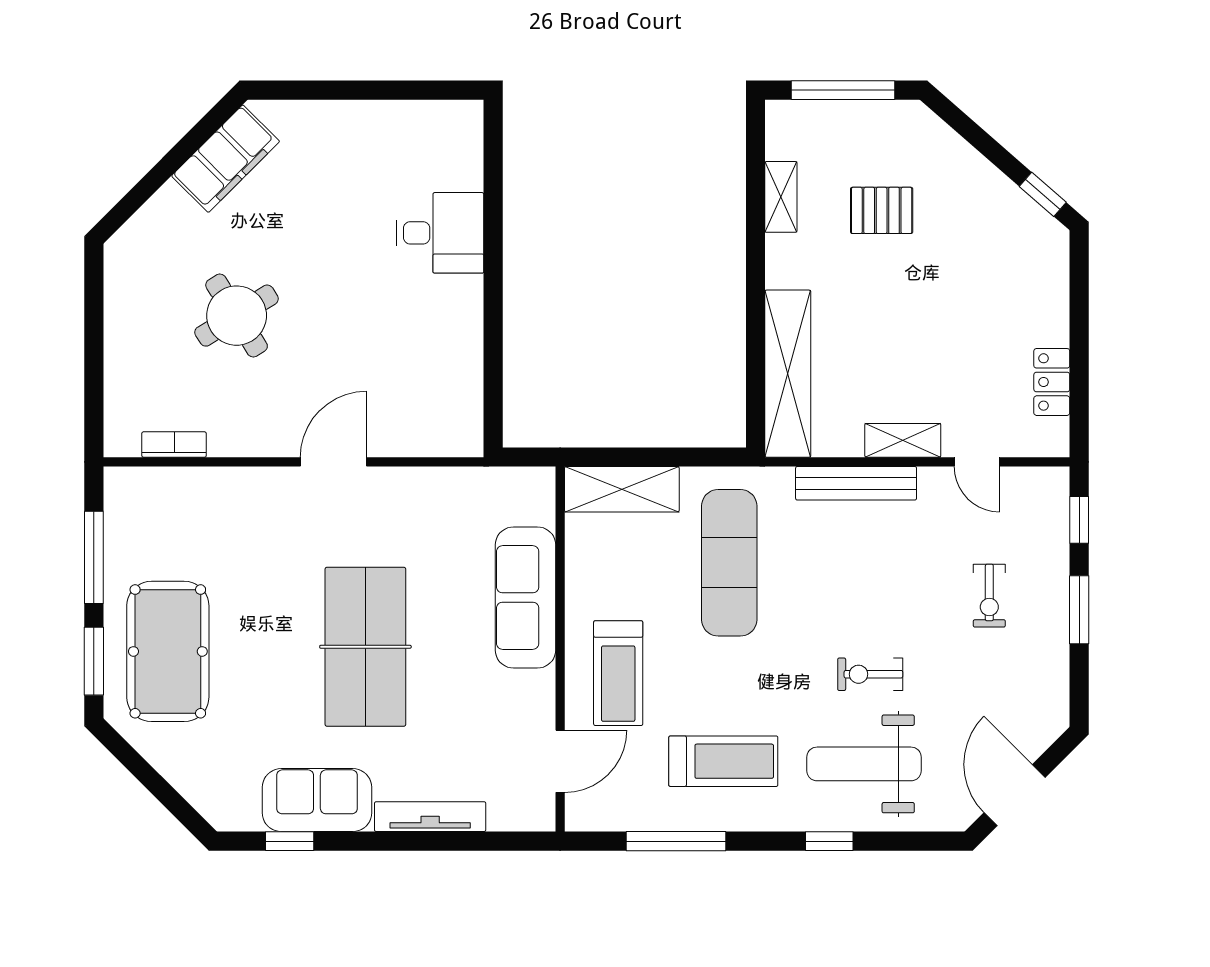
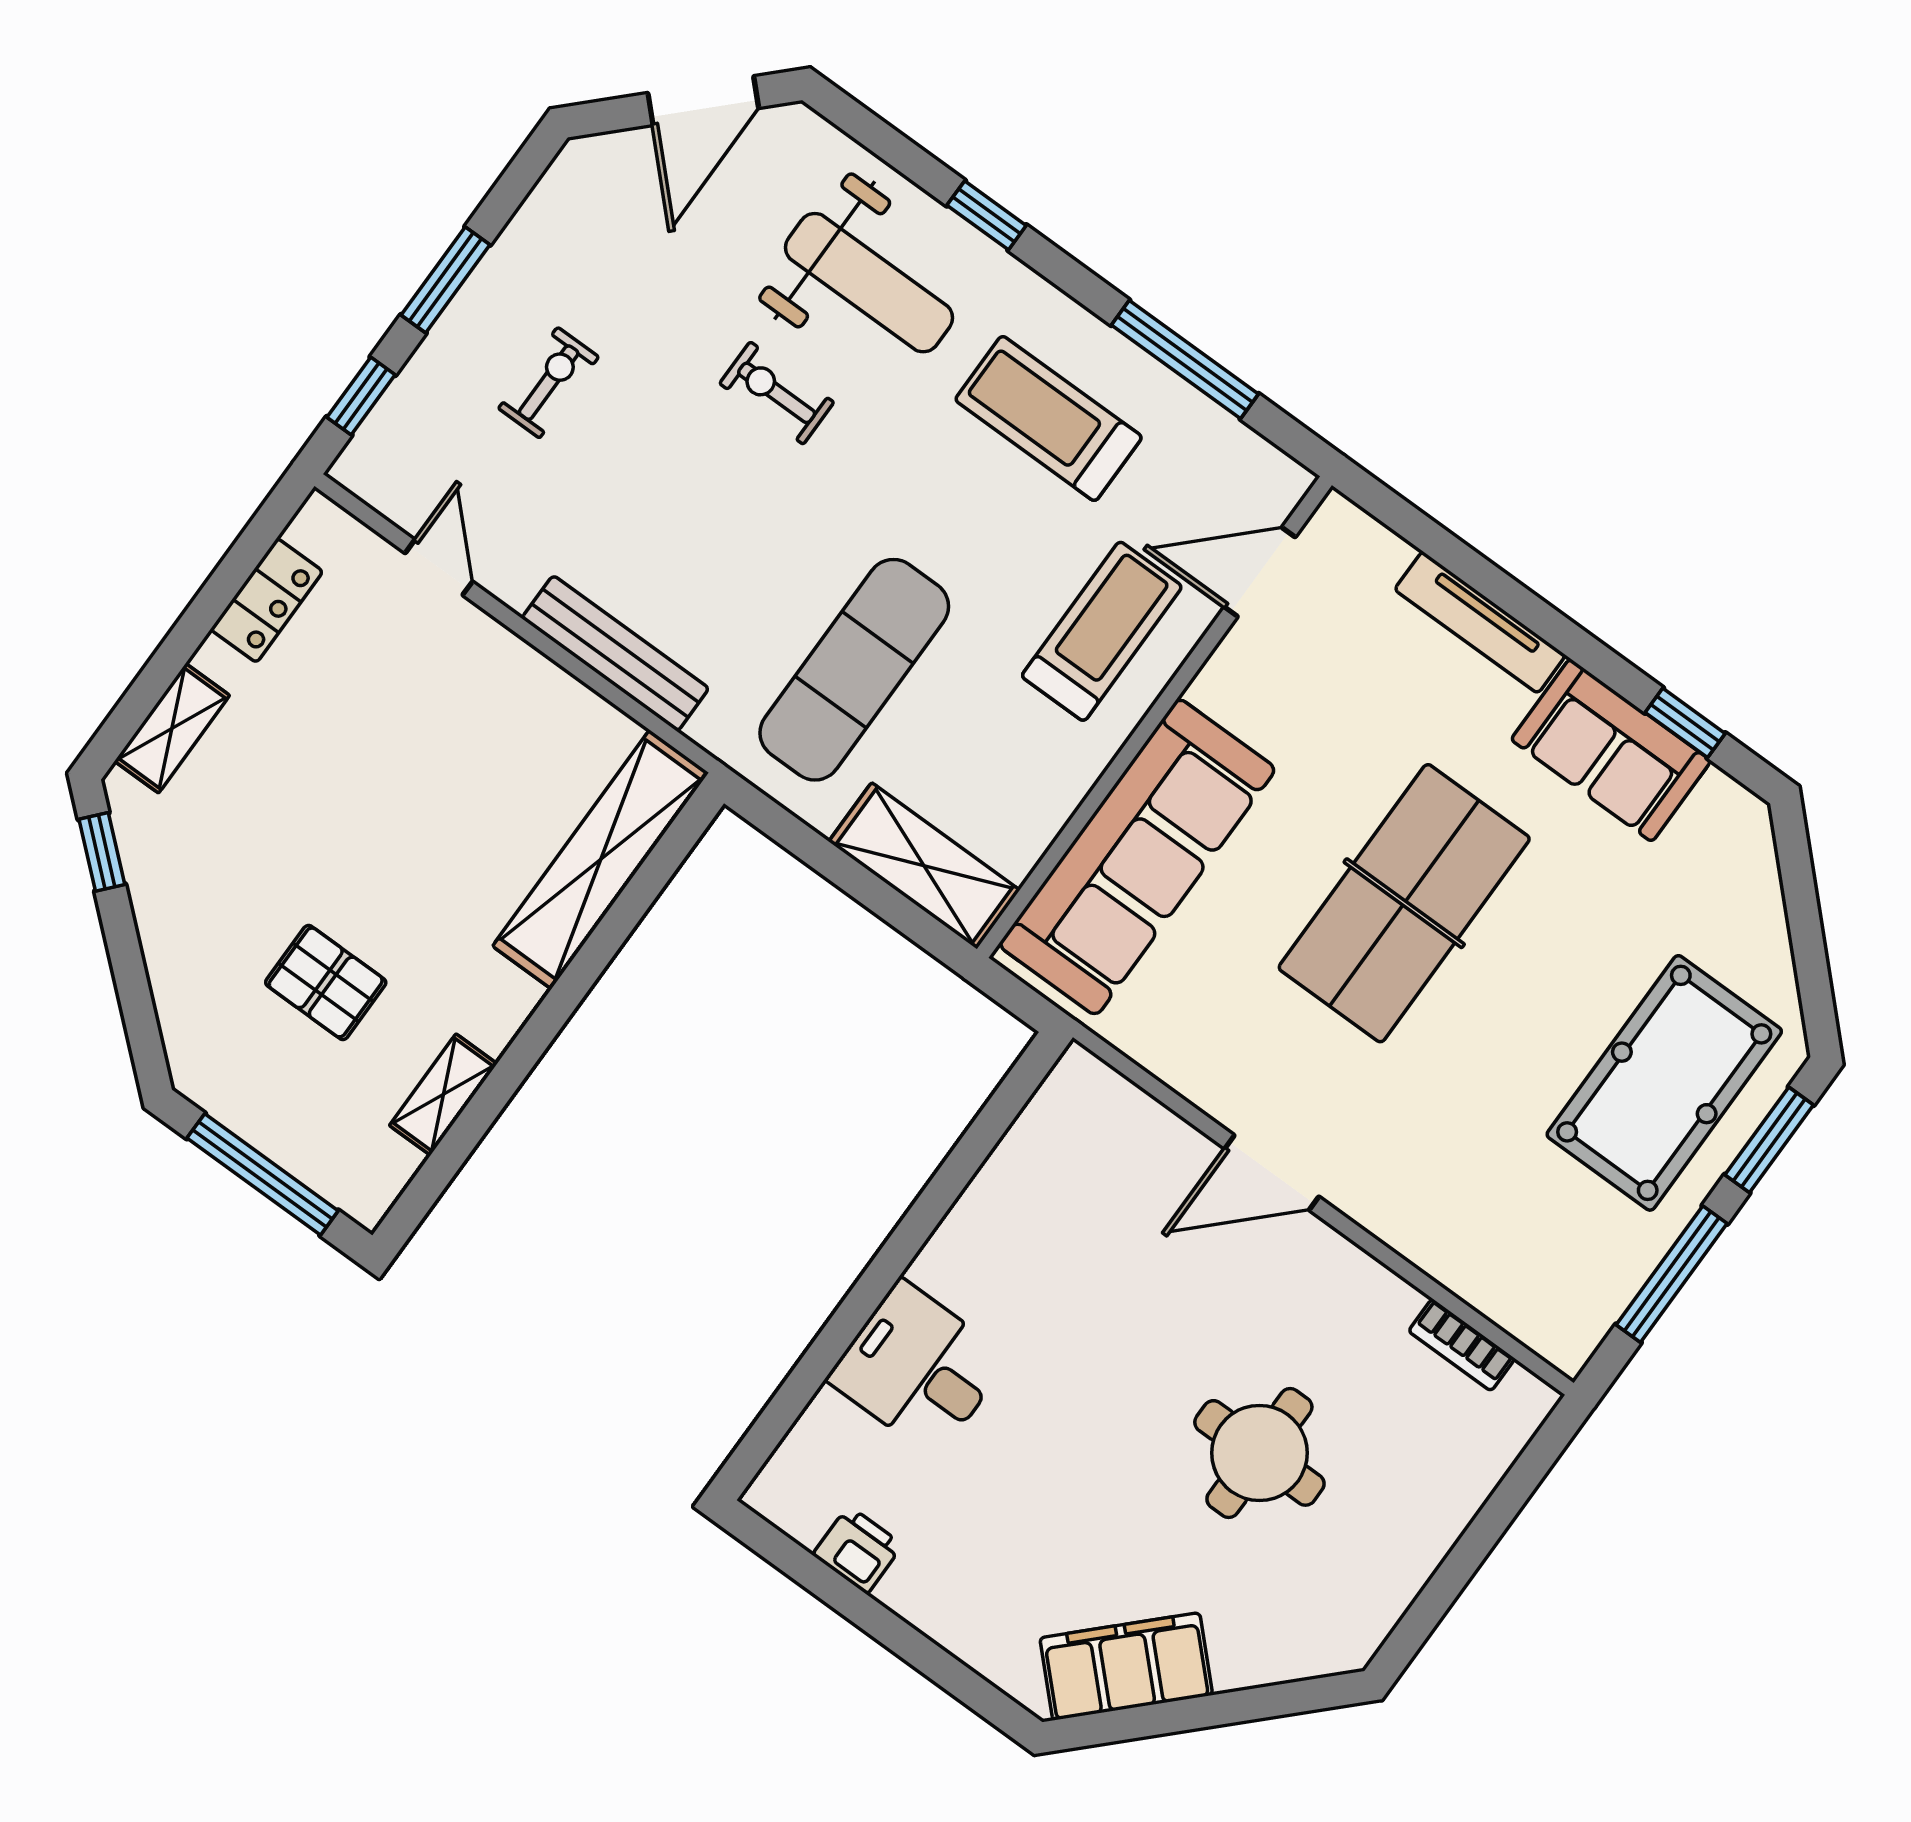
printer: (404, 119) -> (858, 1550), added
round table: (237, 316) -> (1259, 1453), turned 32
shelving: (903, 440) -> (172, 728), moved, turned 90
sofa: (525, 597) -> (1137, 857), width x1.36, depth x1.27
exercise bike: (870, 674) -> (777, 393), turned 180

